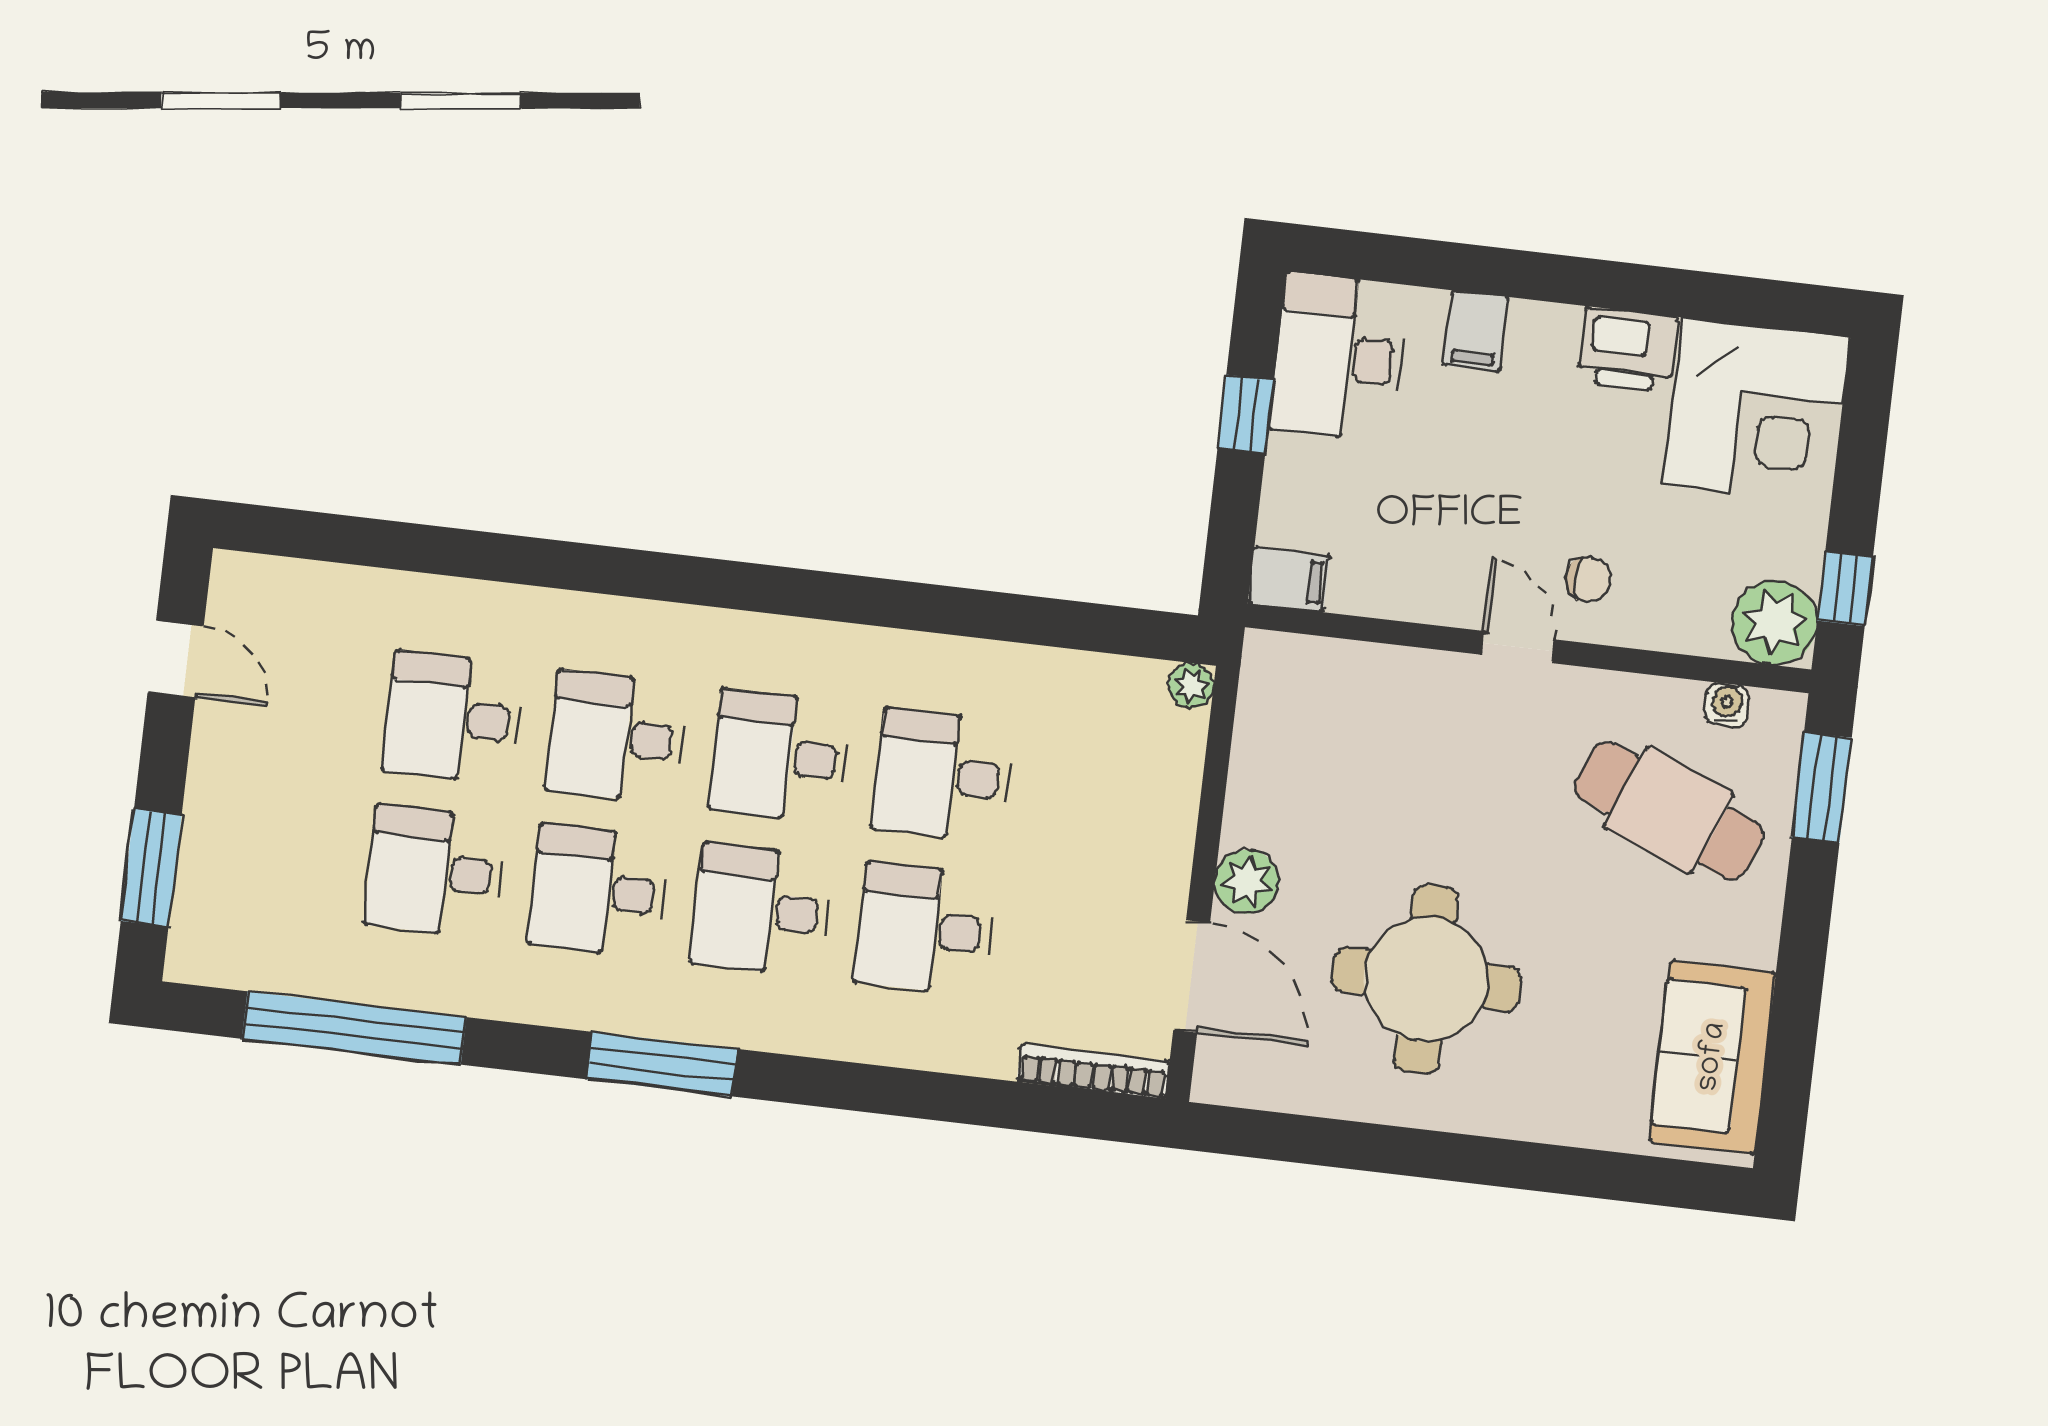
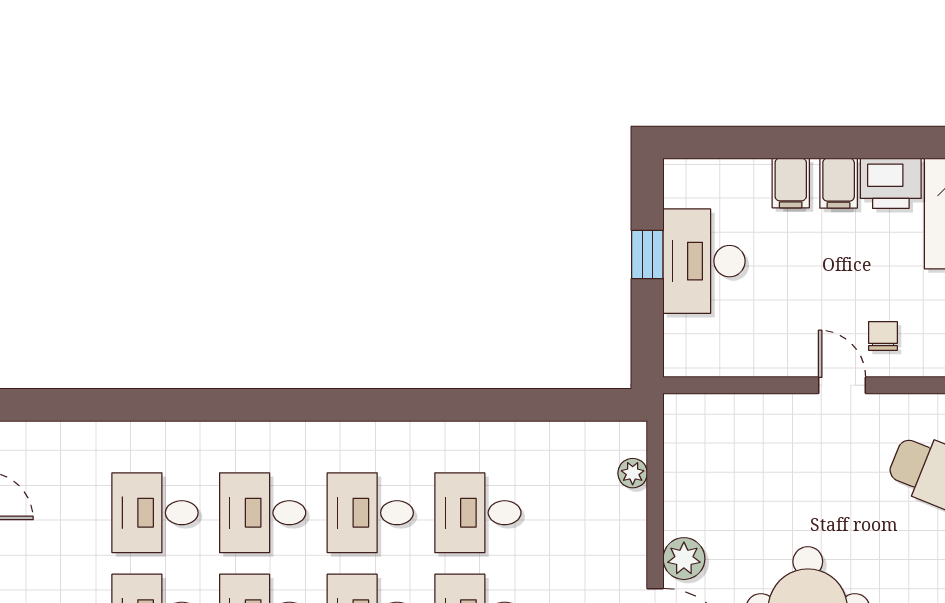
desk: (1340, 357) -> (704, 261), moved
filing cabinet: (1289, 579) -> (839, 183), moved, turned 90
chair: (1588, 579) -> (883, 336), turned -90
plant: (1191, 685) -> (633, 473), moved

